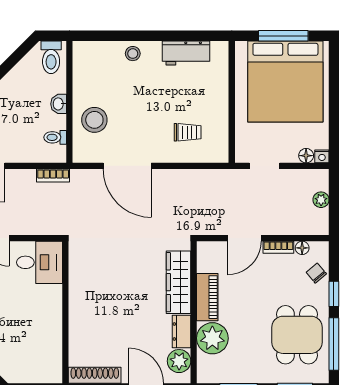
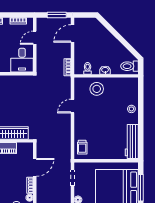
workbench: (186, 53) -> (132, 142), width x1.38
trolley: (188, 132) -> (82, 147), moved
door: (127, 166) -> (73, 106), width x0.53
door: (244, 238) -> (35, 167), swing flipped

